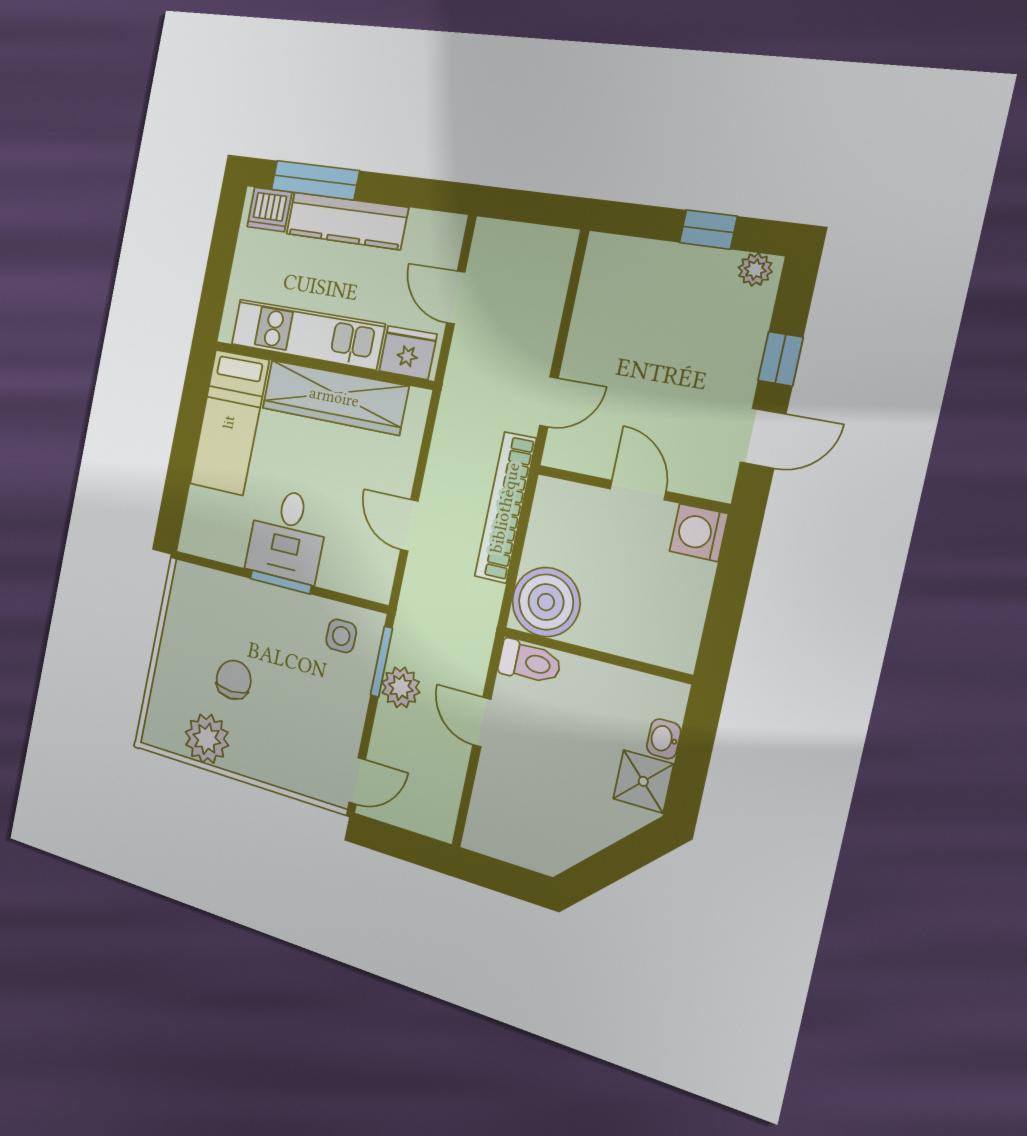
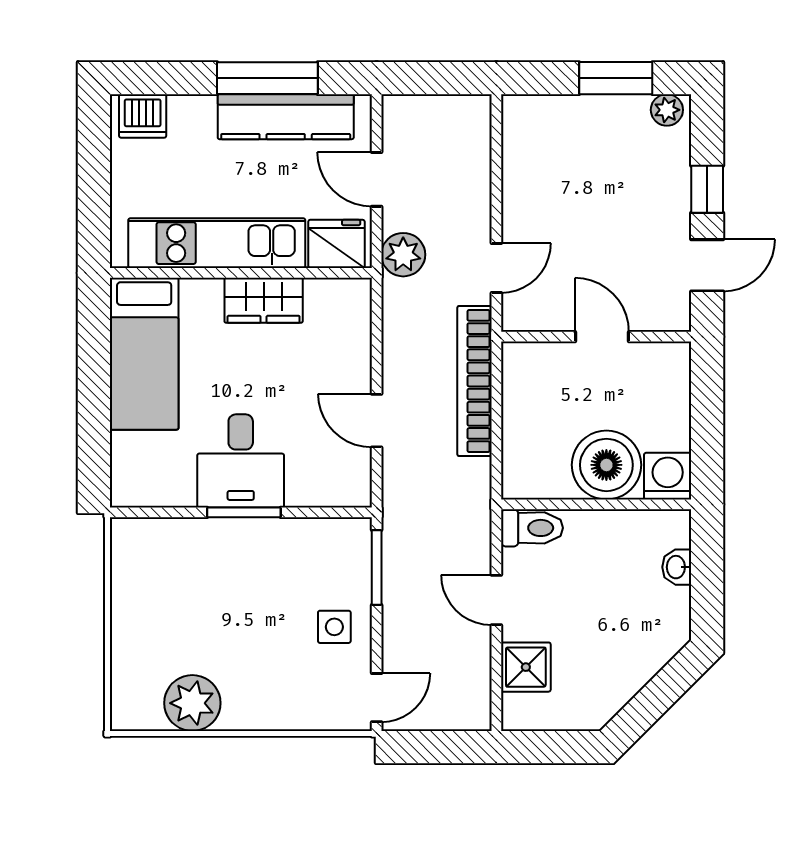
window: (315, 180) -> (267, 78), moved
kitchen counter: (347, 221) -> (286, 117), moved
window: (708, 229) -> (616, 78), width x1.50
wardrobe: (334, 397) -> (264, 300), width x0.48, depth x0.85
washing machine: (699, 533) -> (668, 476), moved, turned 90
boiler: (546, 602) -> (606, 465), moved
side table: (341, 636) -> (334, 627), moved
chair: (234, 680) -> (211, 631), removed
plant: (401, 687) -> (403, 255), moved
shower: (643, 781) -> (526, 667), moved

